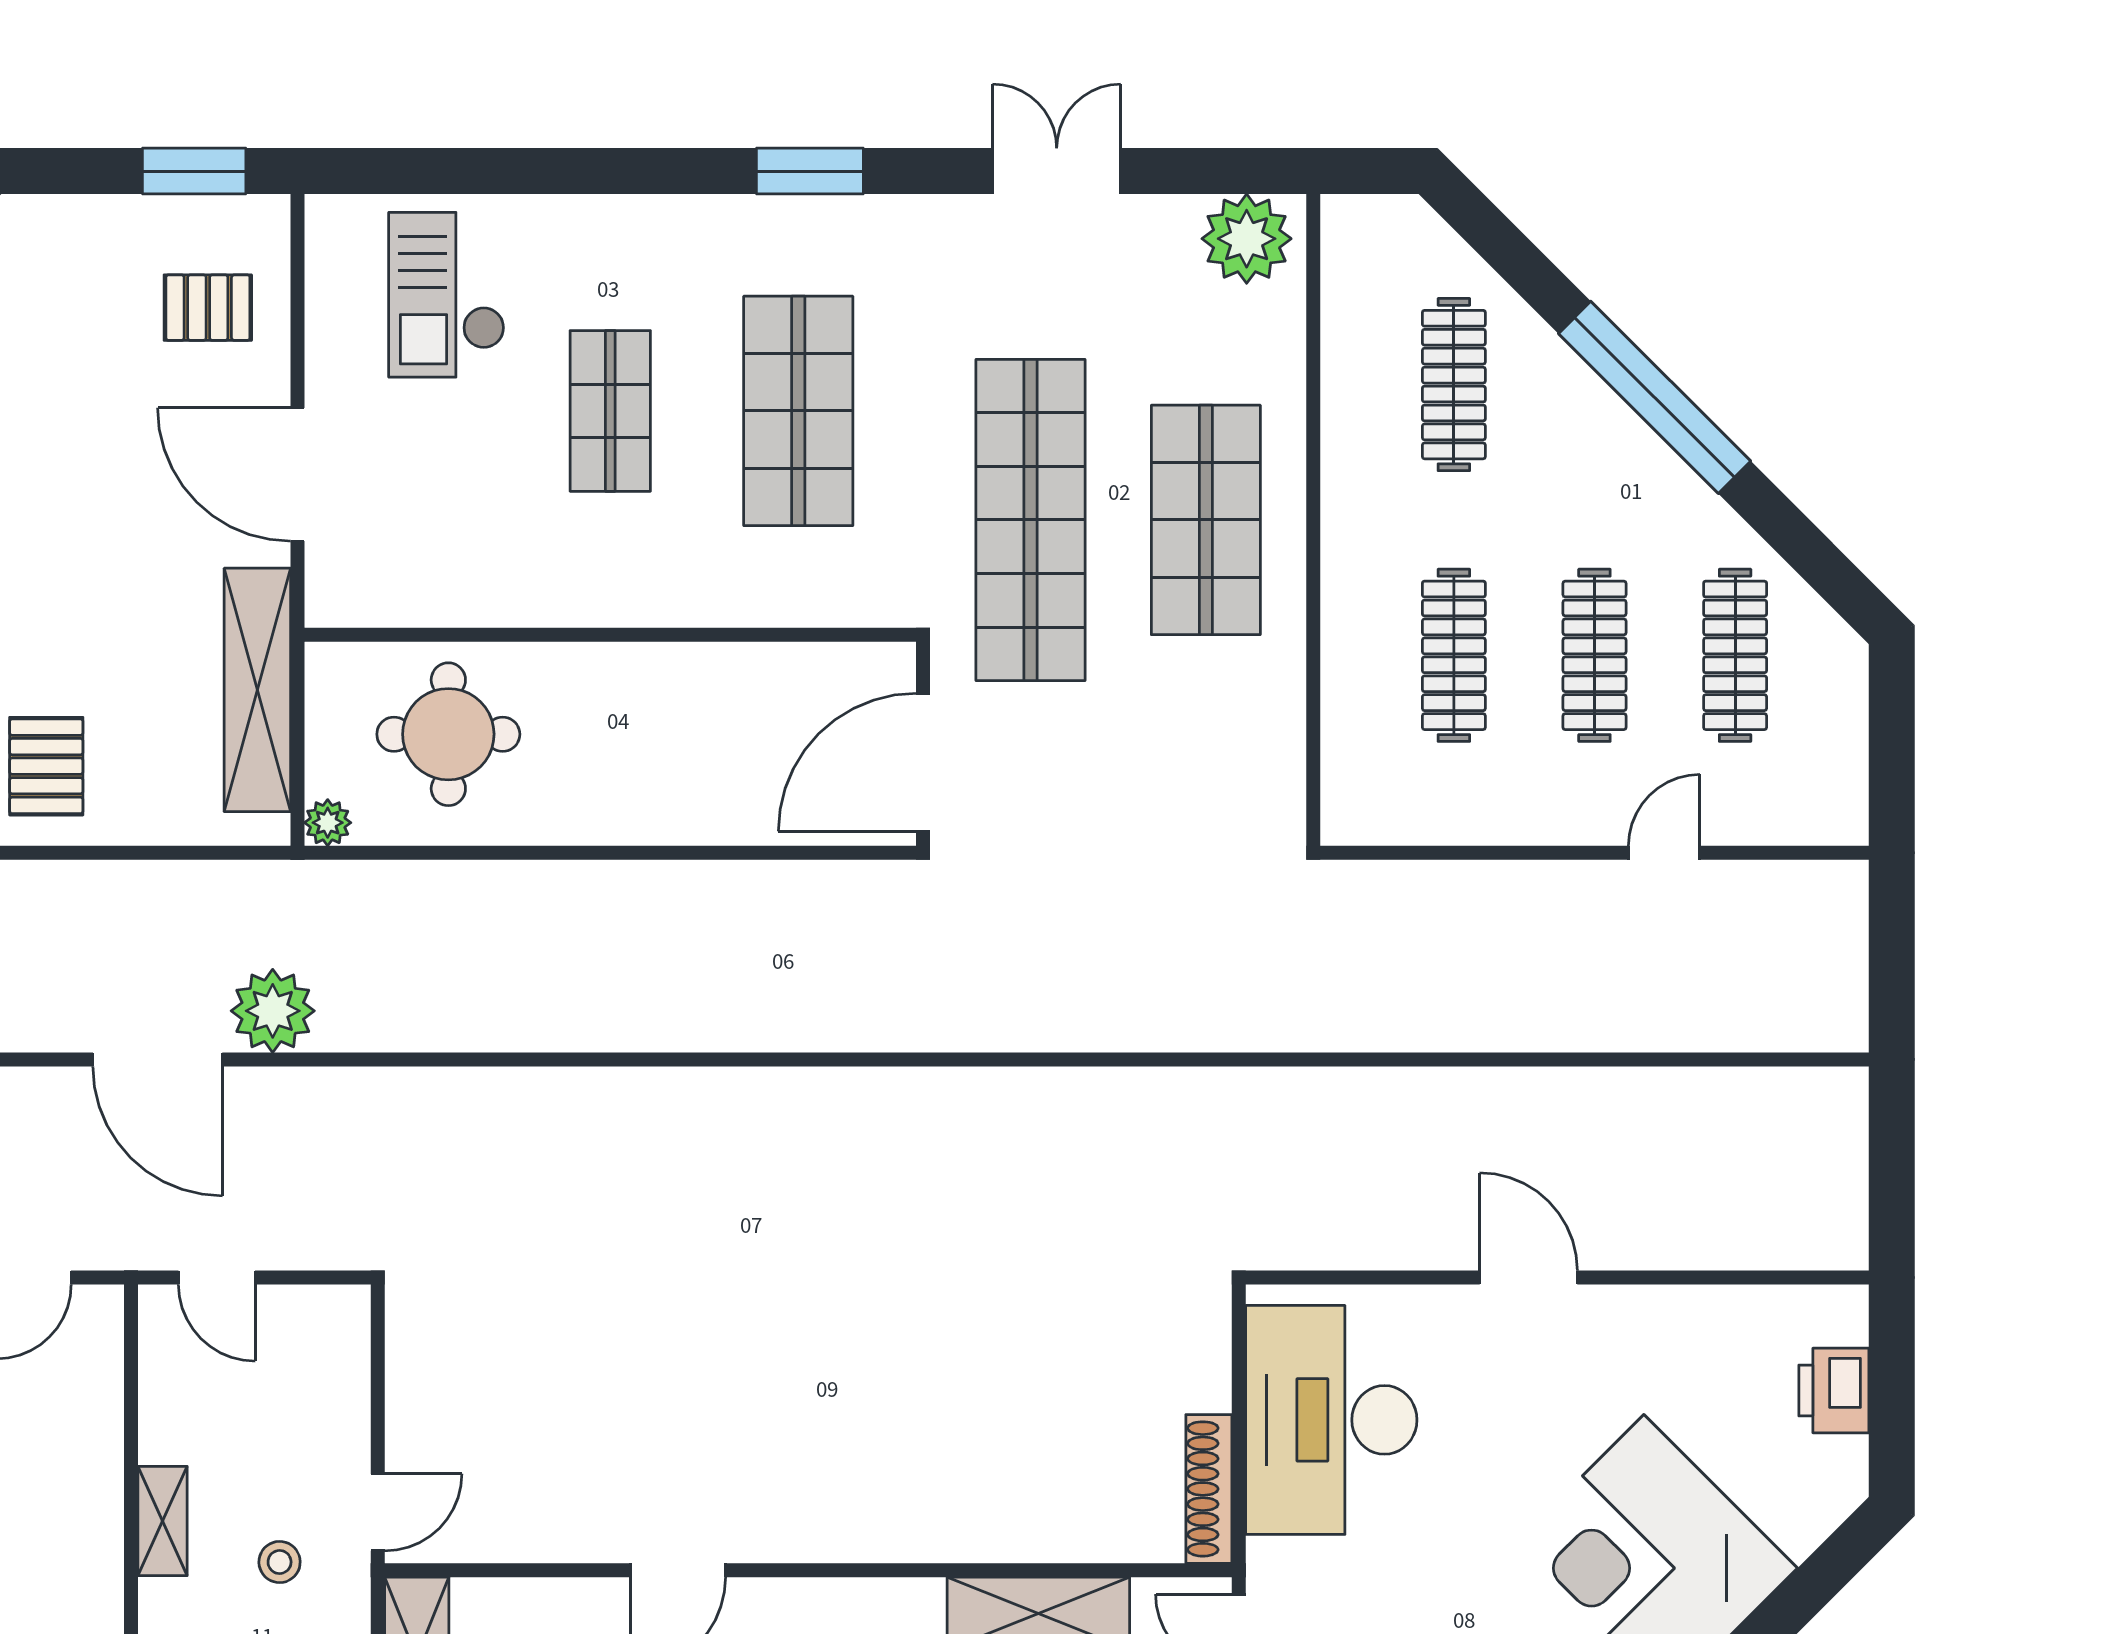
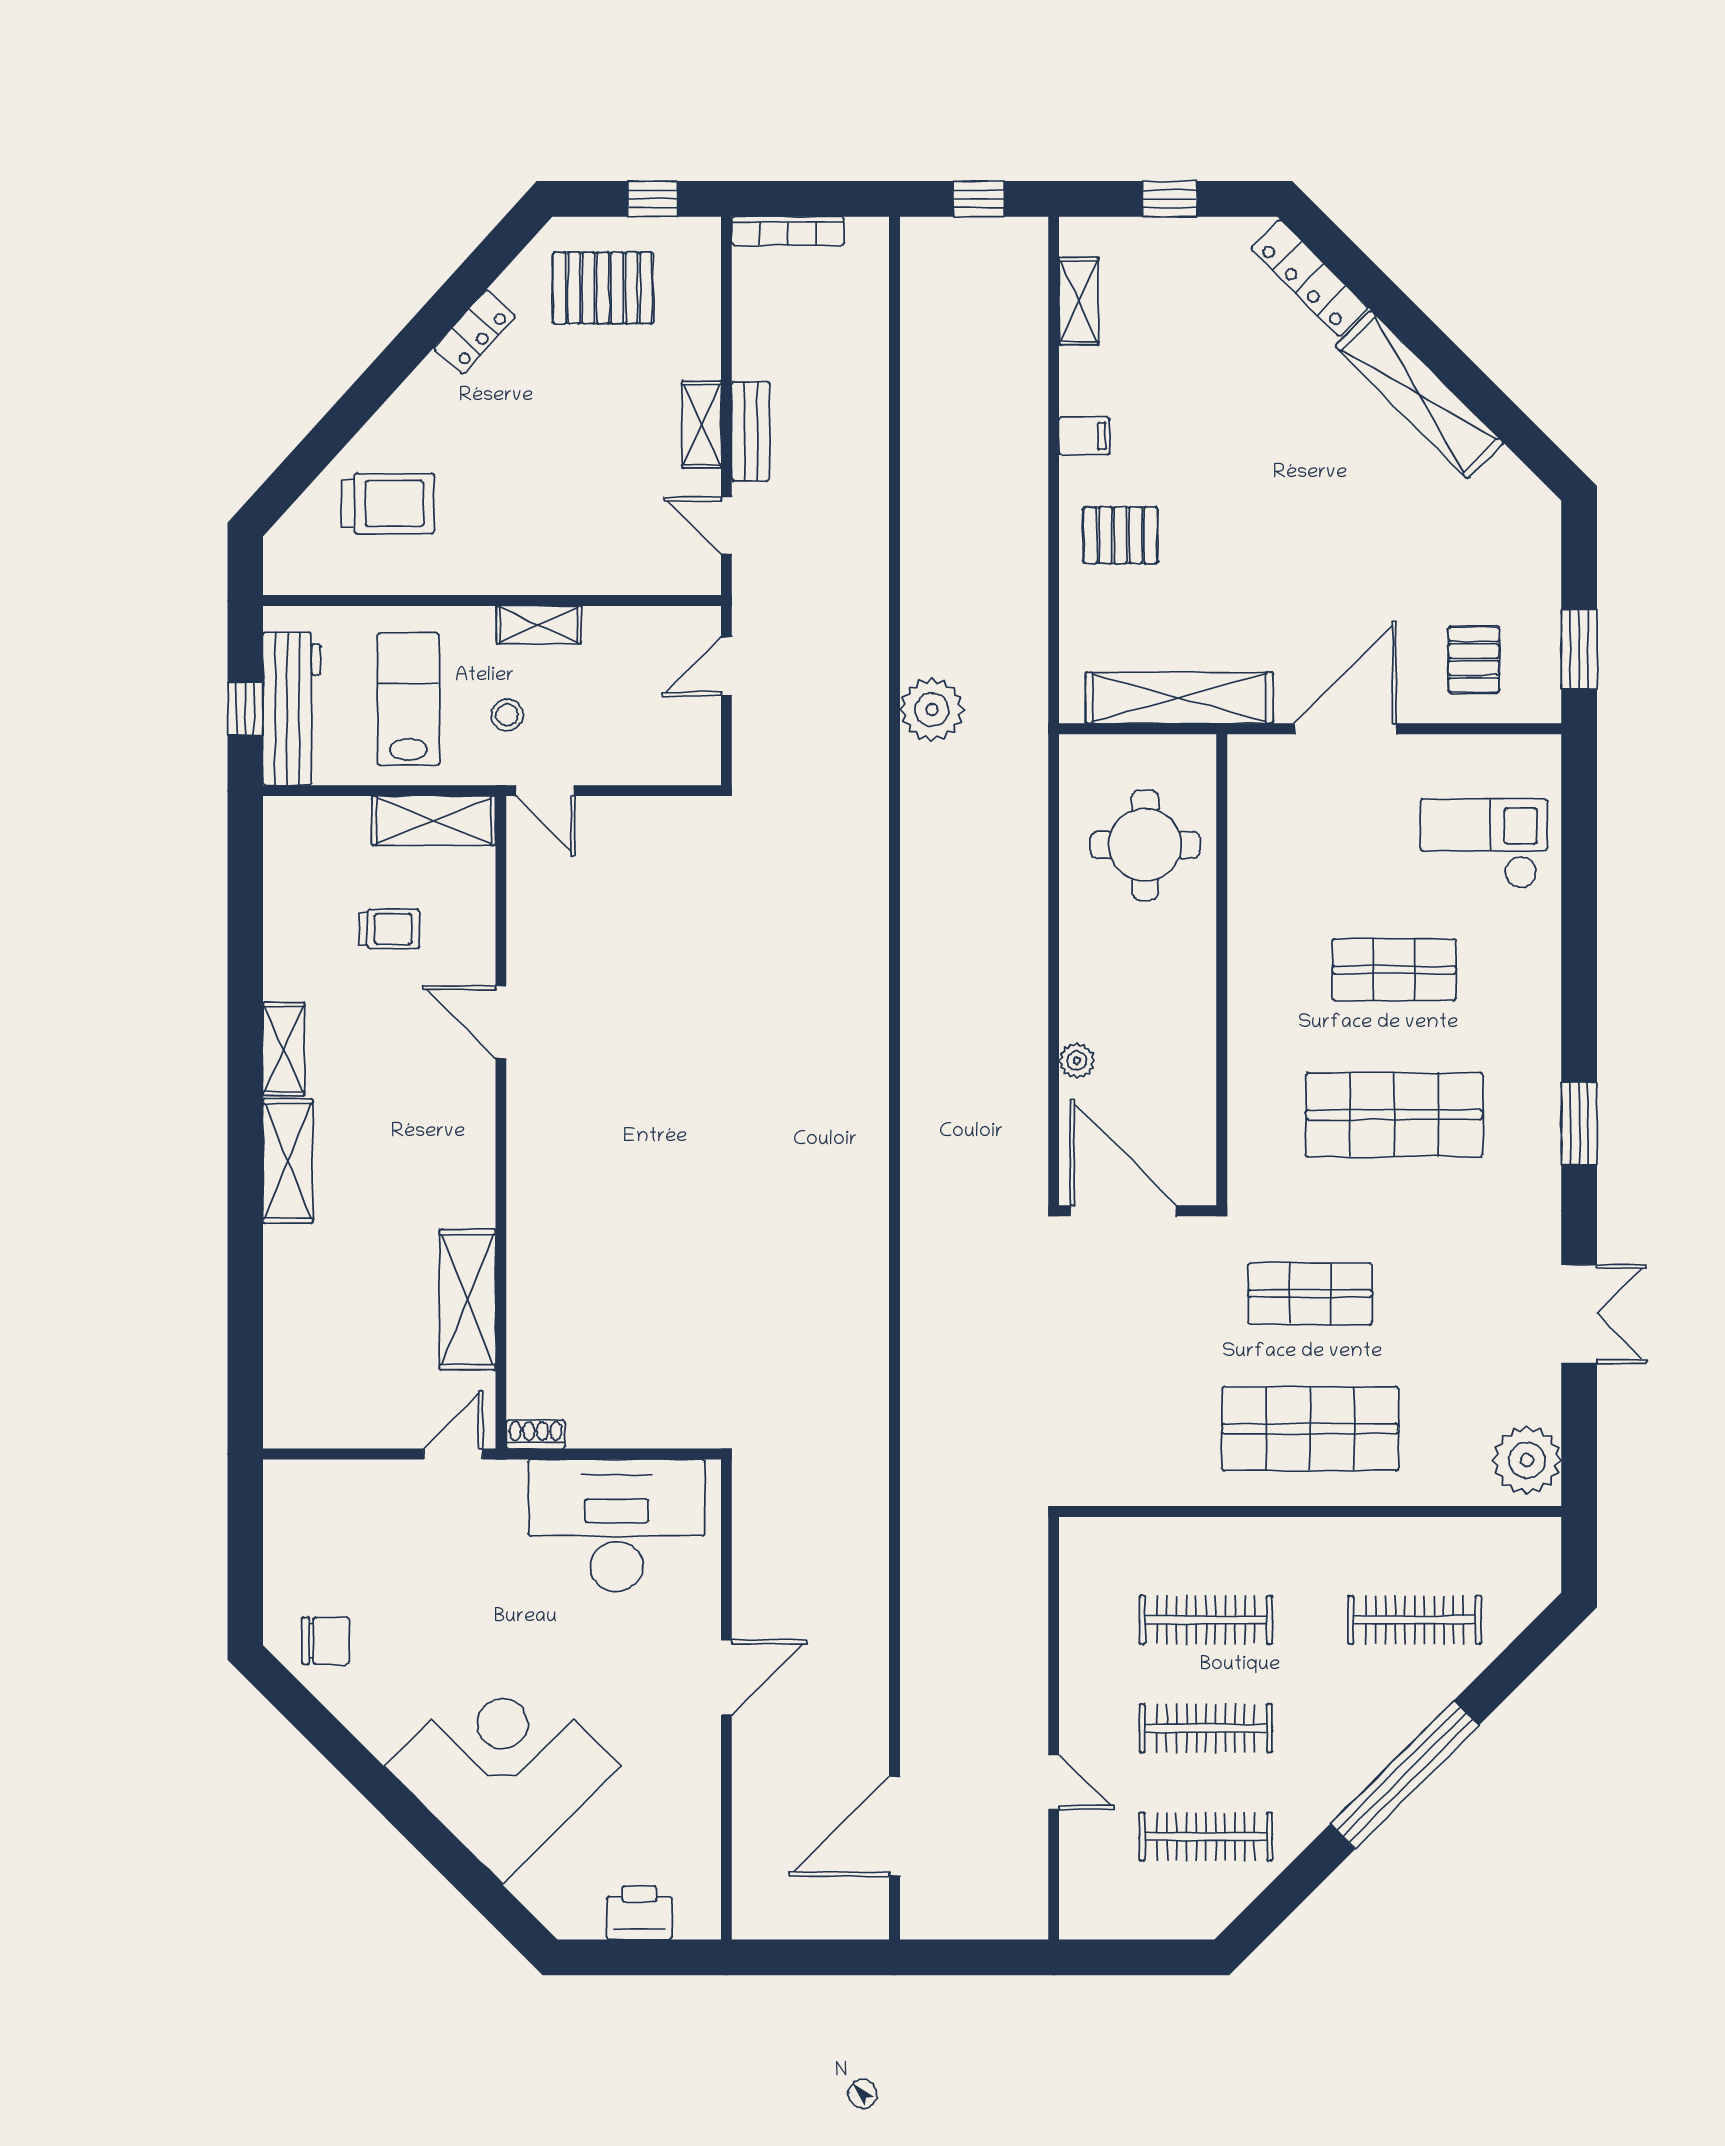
shop shelf: (1031, 520) -> (1310, 1294), width x0.50, depth x0.74
plant: (328, 823) -> (1077, 1061), moved
door: (158, 1059) -> (894, 1826), moved
shoe rack: (1209, 1489) -> (536, 1434), width x0.51, depth x0.81

